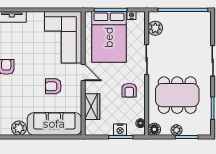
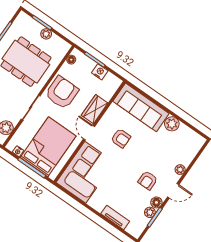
armchair: (129, 90) -> (62, 93), width x1.88, depth x1.88
wardrobe: (92, 107) -> (95, 109), moved
floor lamp: (154, 129) -> (64, 47), removed
nightstand: (120, 130) -> (100, 72), moved

